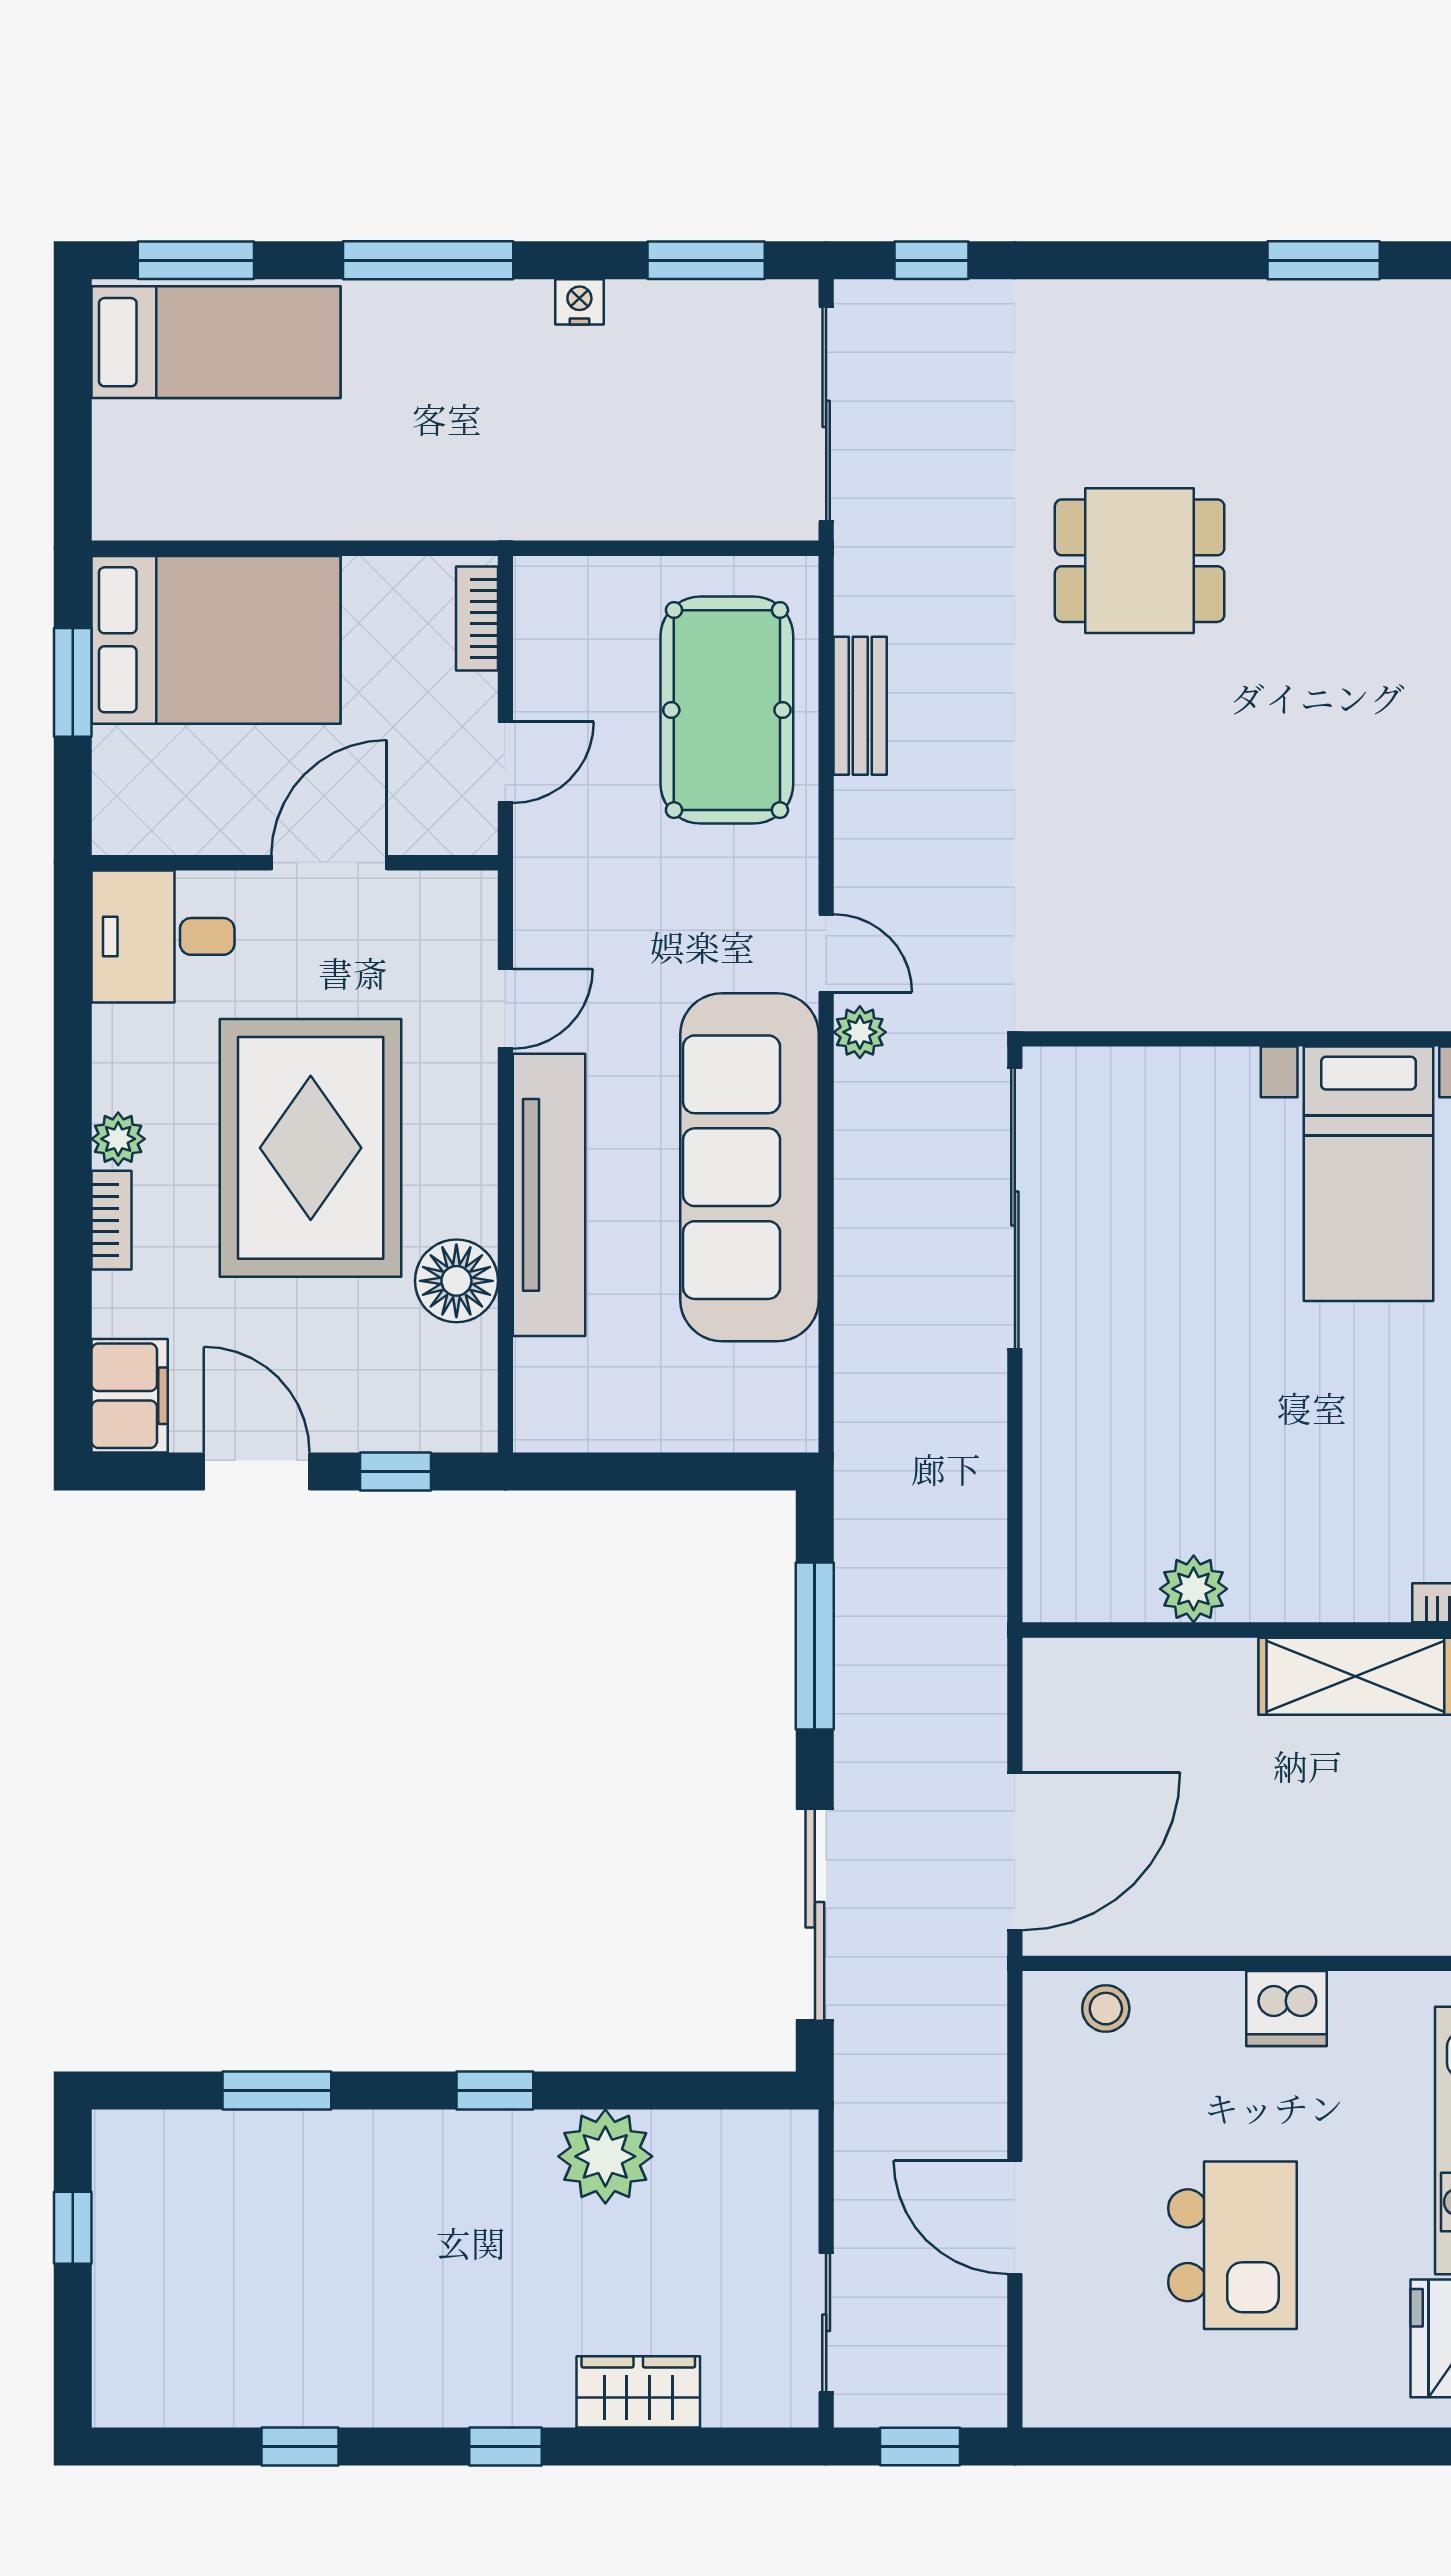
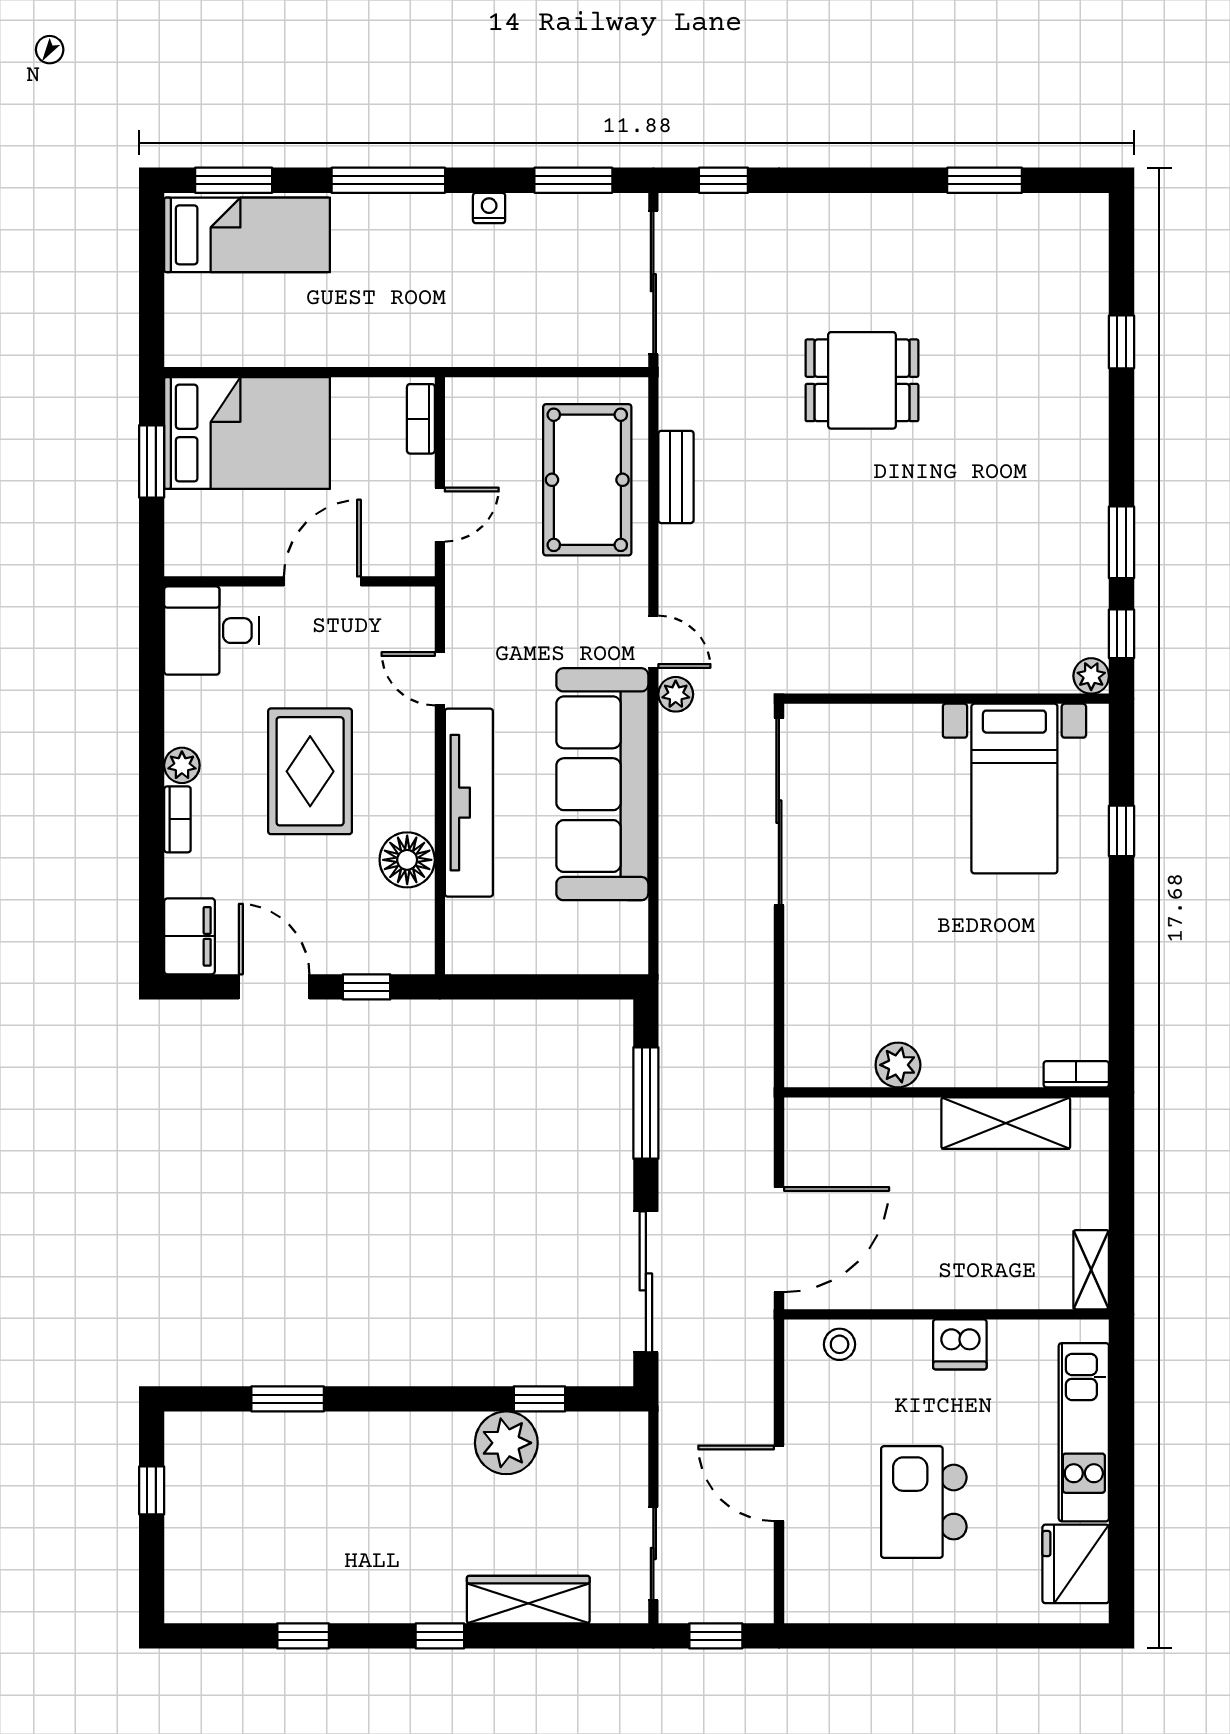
door: (505, 1009) -> (440, 679), swing flipped
rug: (311, 1148) -> (310, 771), width x0.73, depth x0.69
window: (495, 2090) -> (539, 1399), moved
kitchen island: (1232, 2245) -> (924, 1502), turned 180
wardrobe: (638, 2392) -> (528, 1600), width x1.50

